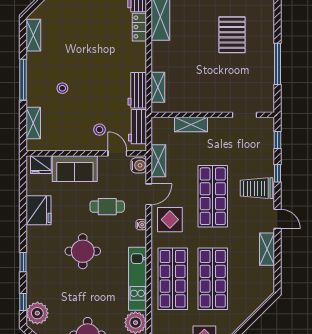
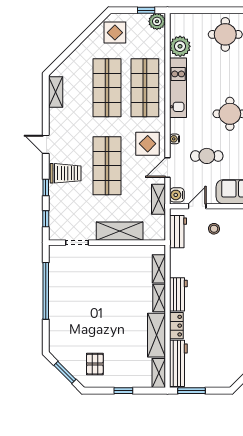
pallet: (232, 35) -> (89, 318), removed
shelving: (158, 56) -> (159, 298), added
window: (278, 64) -> (46, 291), width x1.46
workbench: (137, 90) -> (178, 294), moved
shelving: (191, 125) -> (120, 231), width x1.50, depth x1.33
door: (117, 153) -> (197, 206), swing flipped
shelving: (267, 249) -> (56, 92), moved

